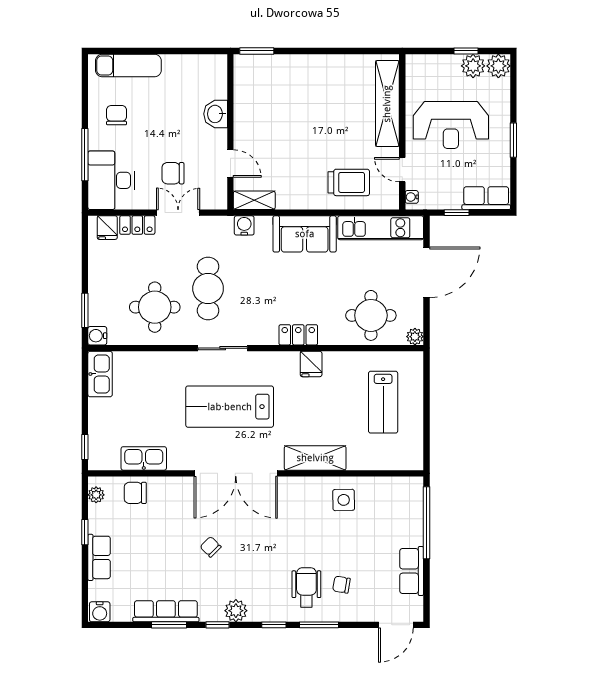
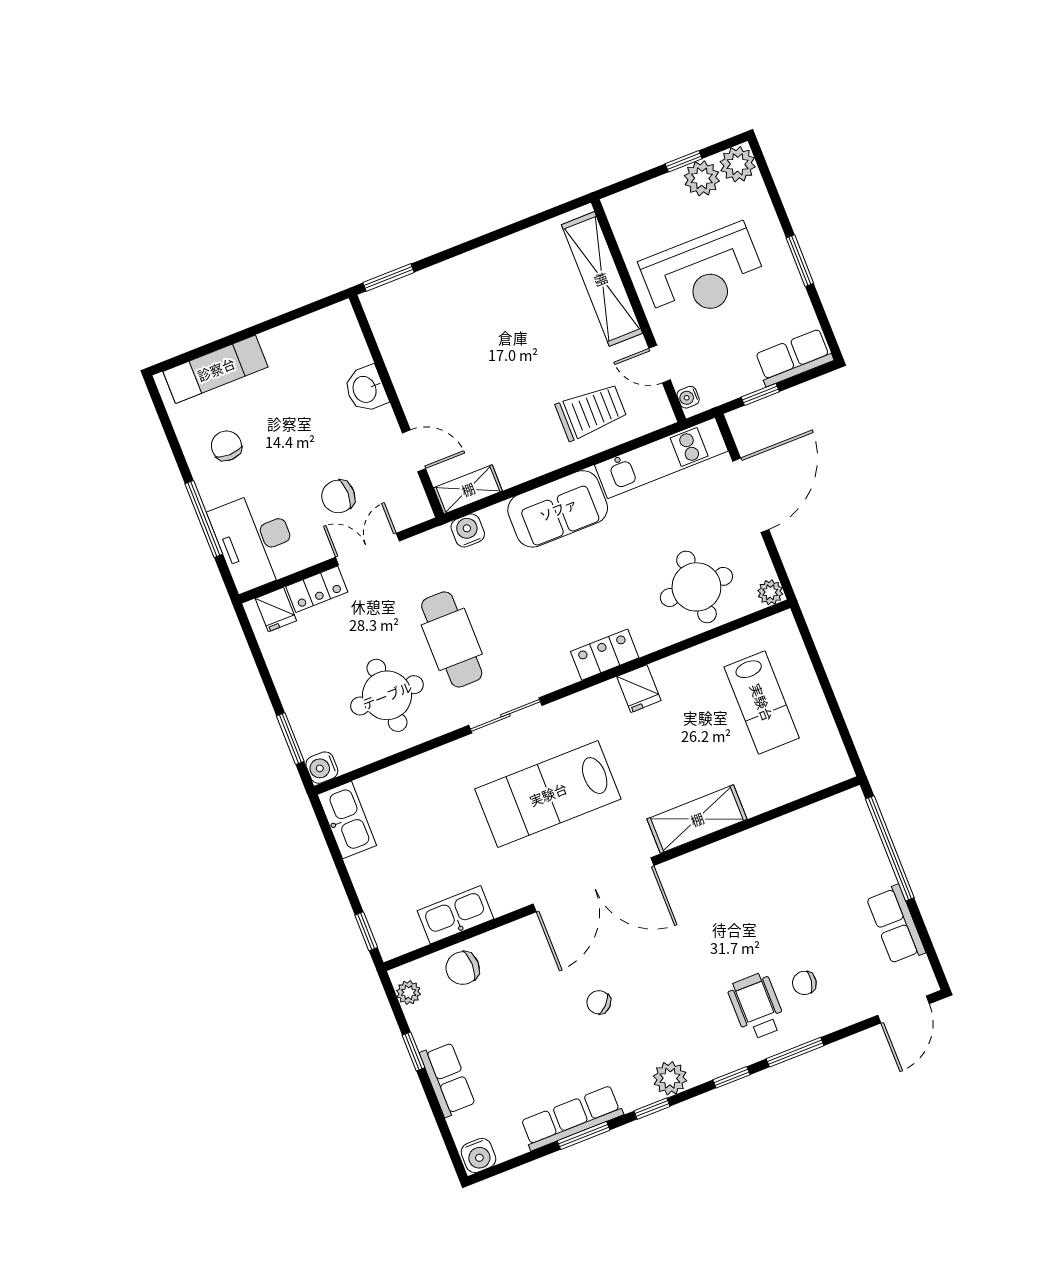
side table: (344, 500) -> (760, 862), removed

